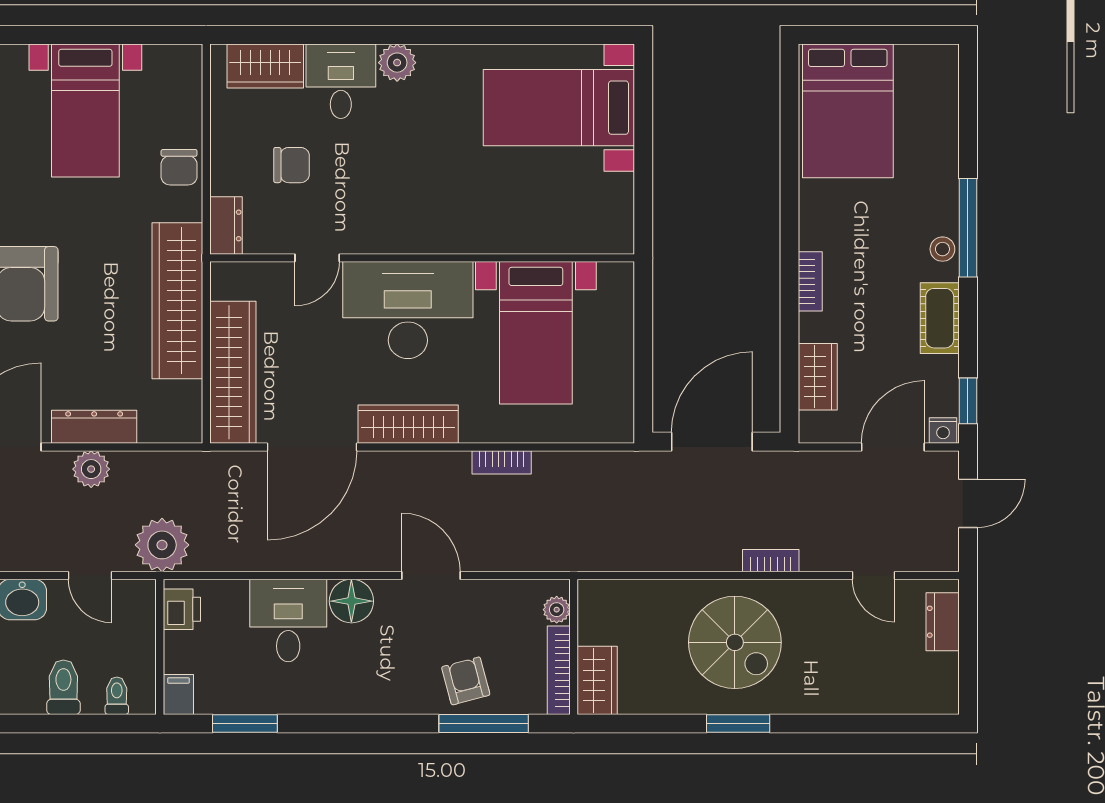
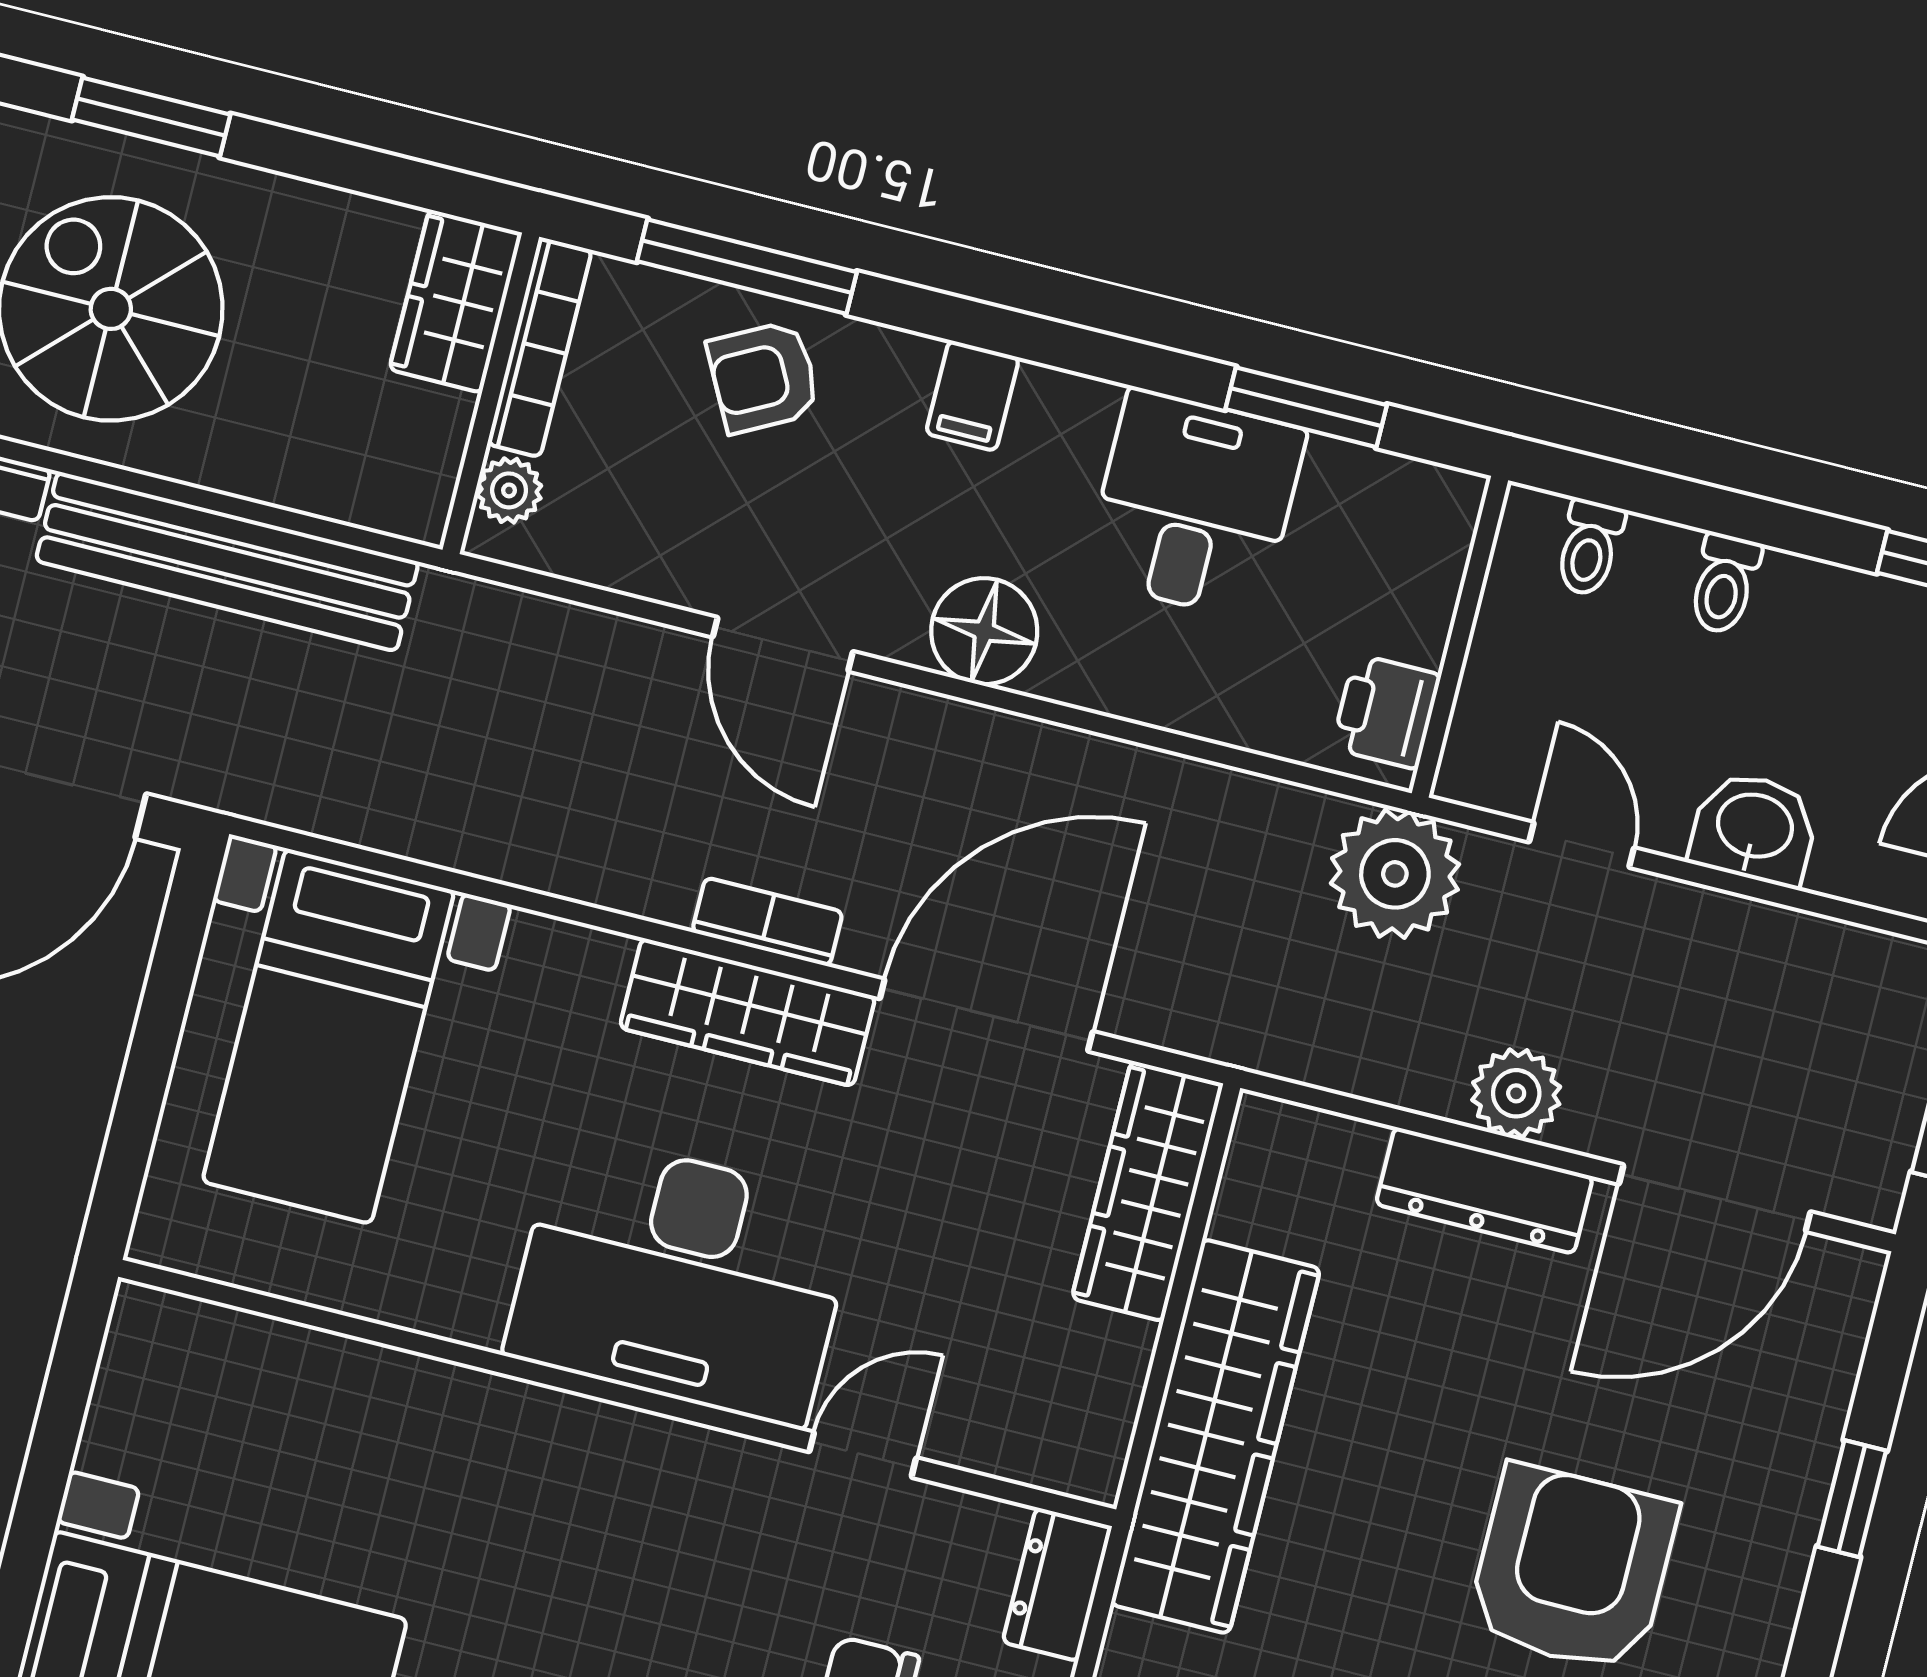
bed with nightstands: (536, 333) -> (328, 1036), moved, turned 180
wardrobe: (233, 372) -> (1147, 1191), width x0.71, depth x0.85
bookcase: (502, 462) -> (767, 922), moved
bench: (663, 553) -> (227, 561), added
desk: (288, 620) -> (1195, 504), moved, turned 180
armchair: (466, 681) -> (764, 377), turned 77
toilet: (63, 687) -> (1724, 584), width x0.73, depth x0.72
filing cabinet: (178, 695) -> (972, 396), moved

